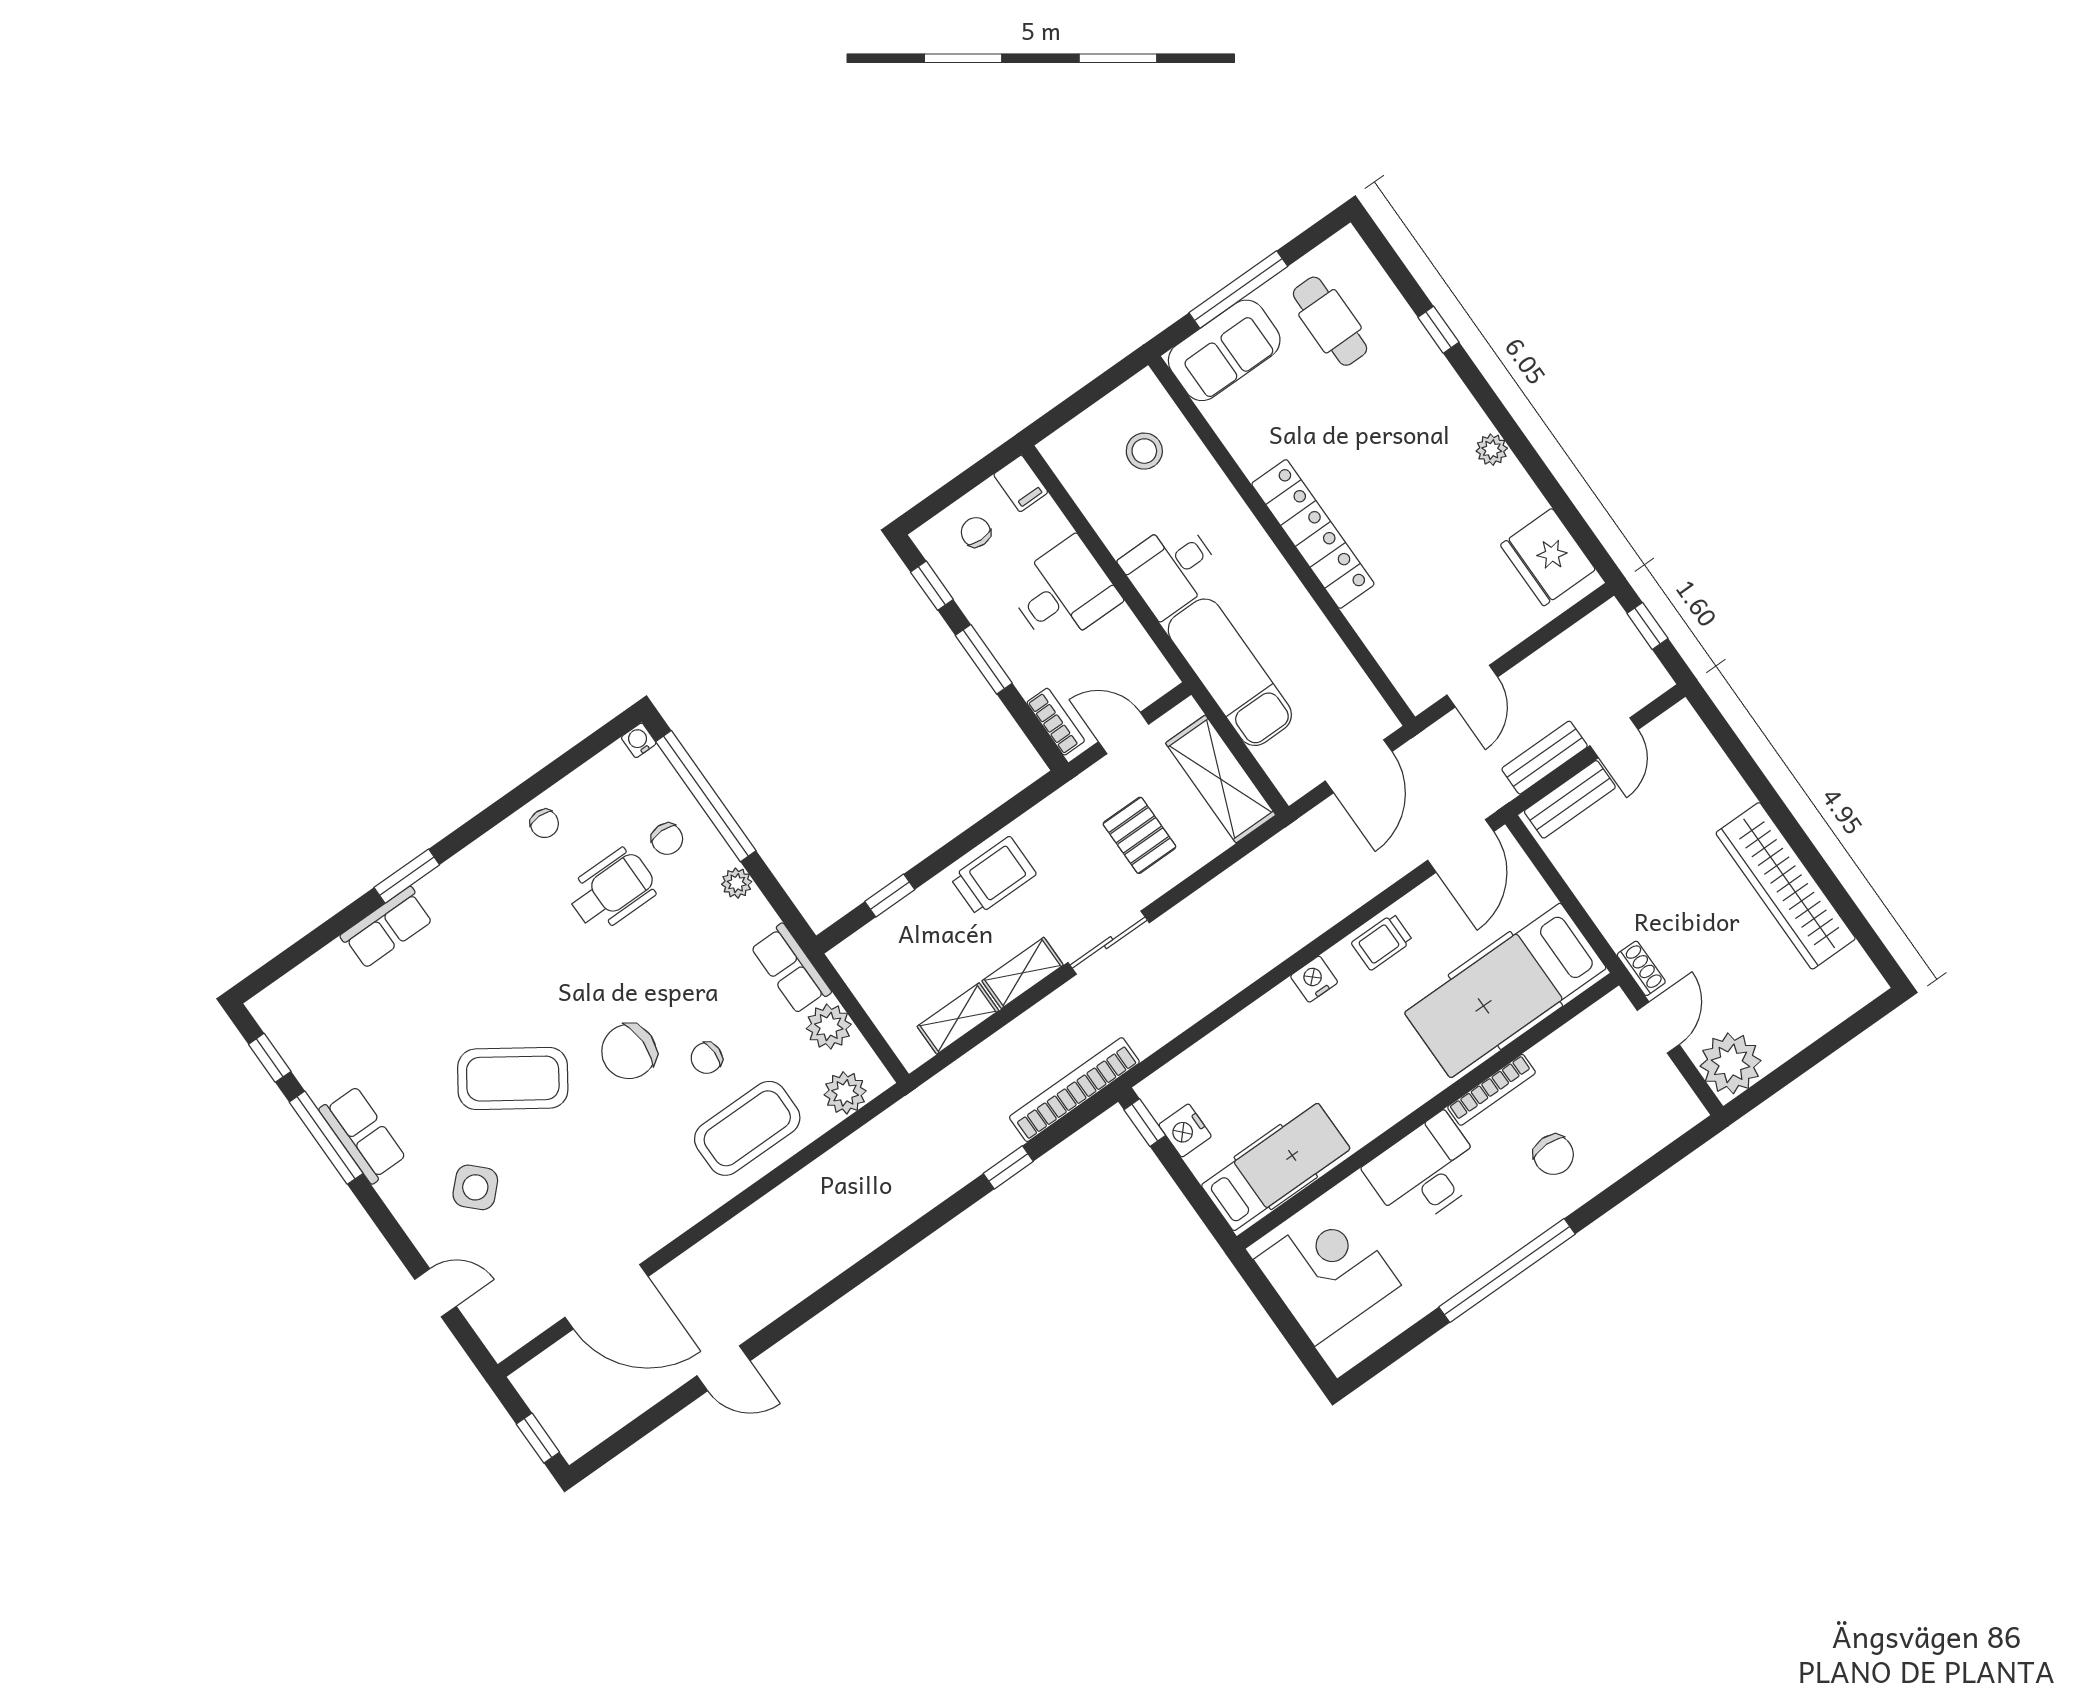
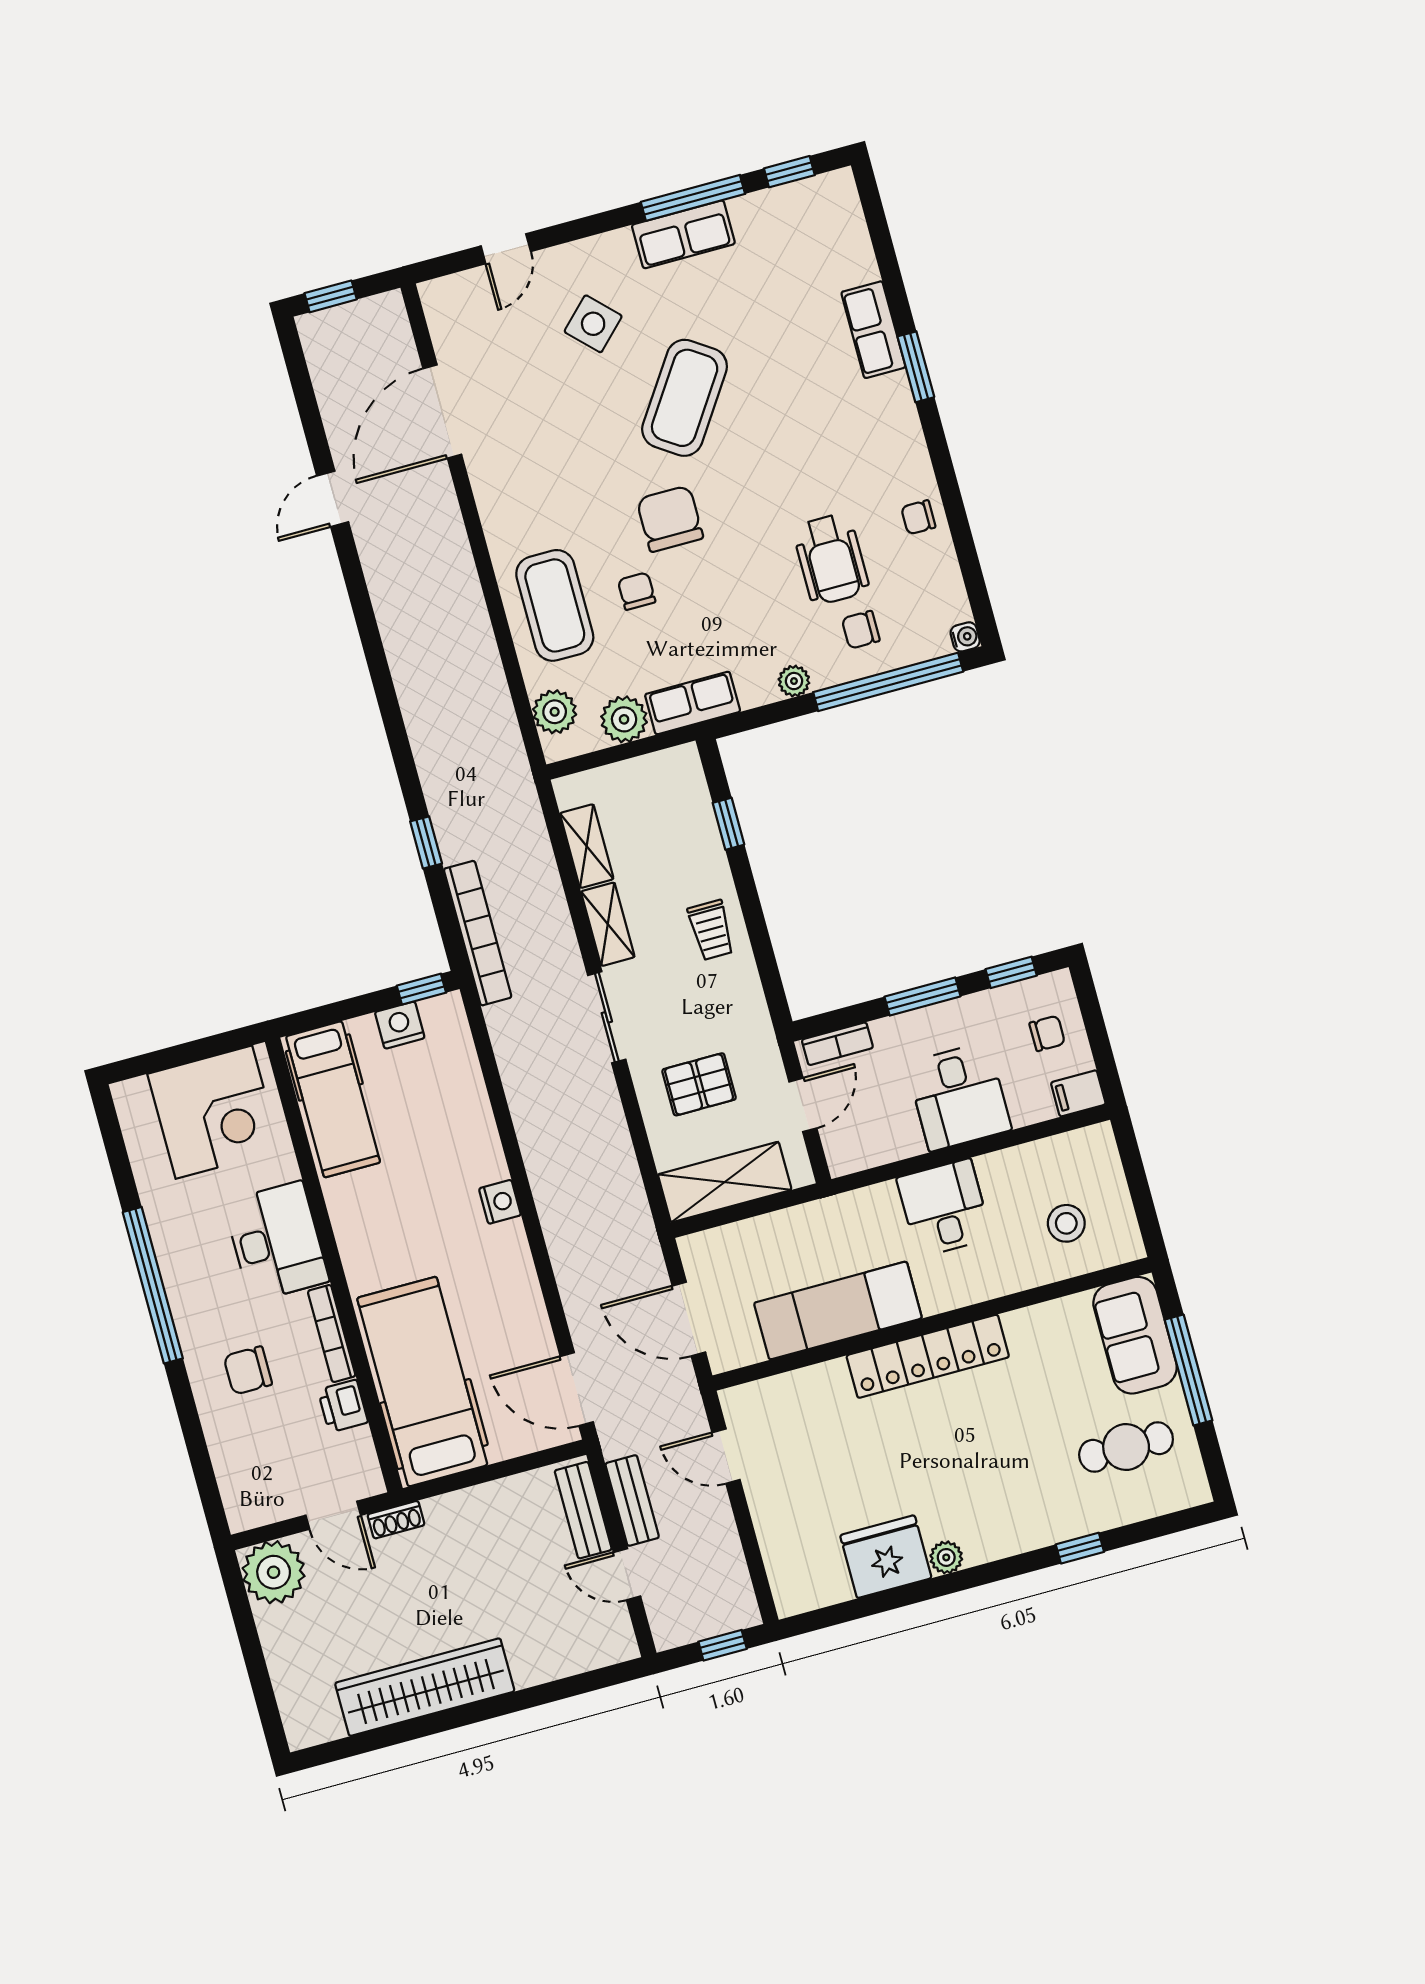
fridge: (1548, 557) -> (886, 1557), moved
exam couch: (1230, 672) -> (838, 1311), moved, turned 180
trolley: (993, 876) -> (711, 930), width x0.73, depth x0.72
trolley: (1382, 942) -> (512, 1280), removed
printer: (1555, 1055) -> (343, 1406), added

